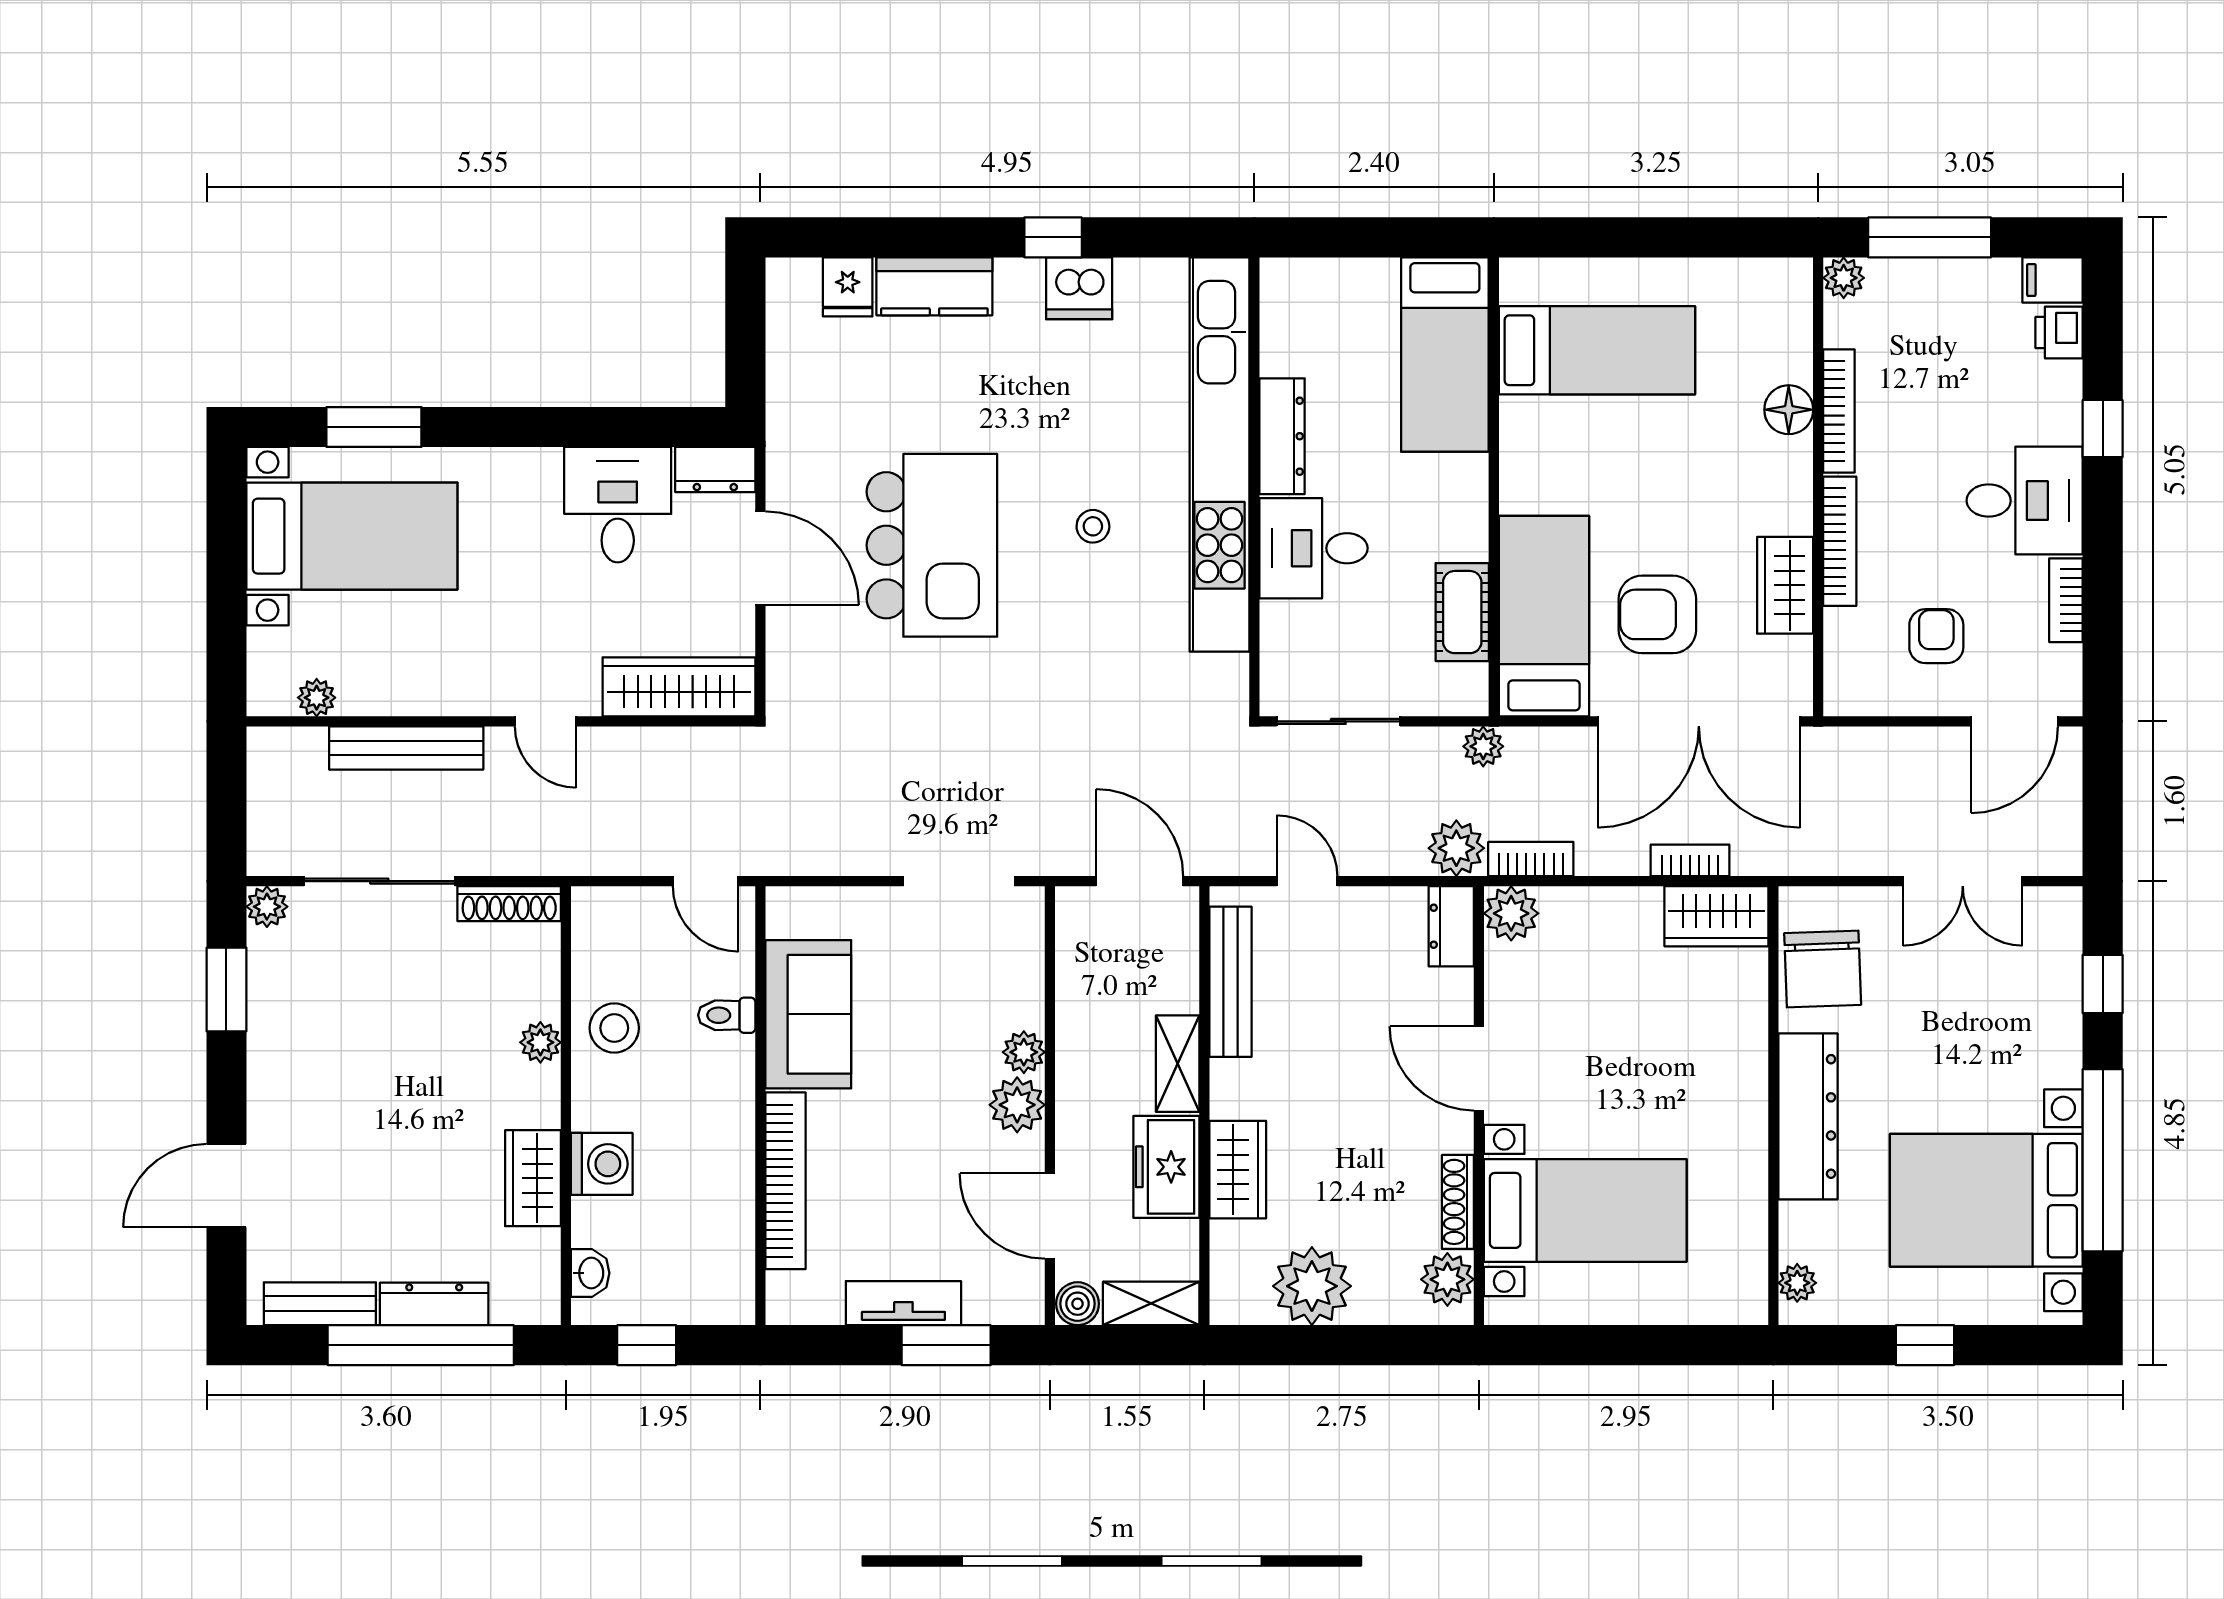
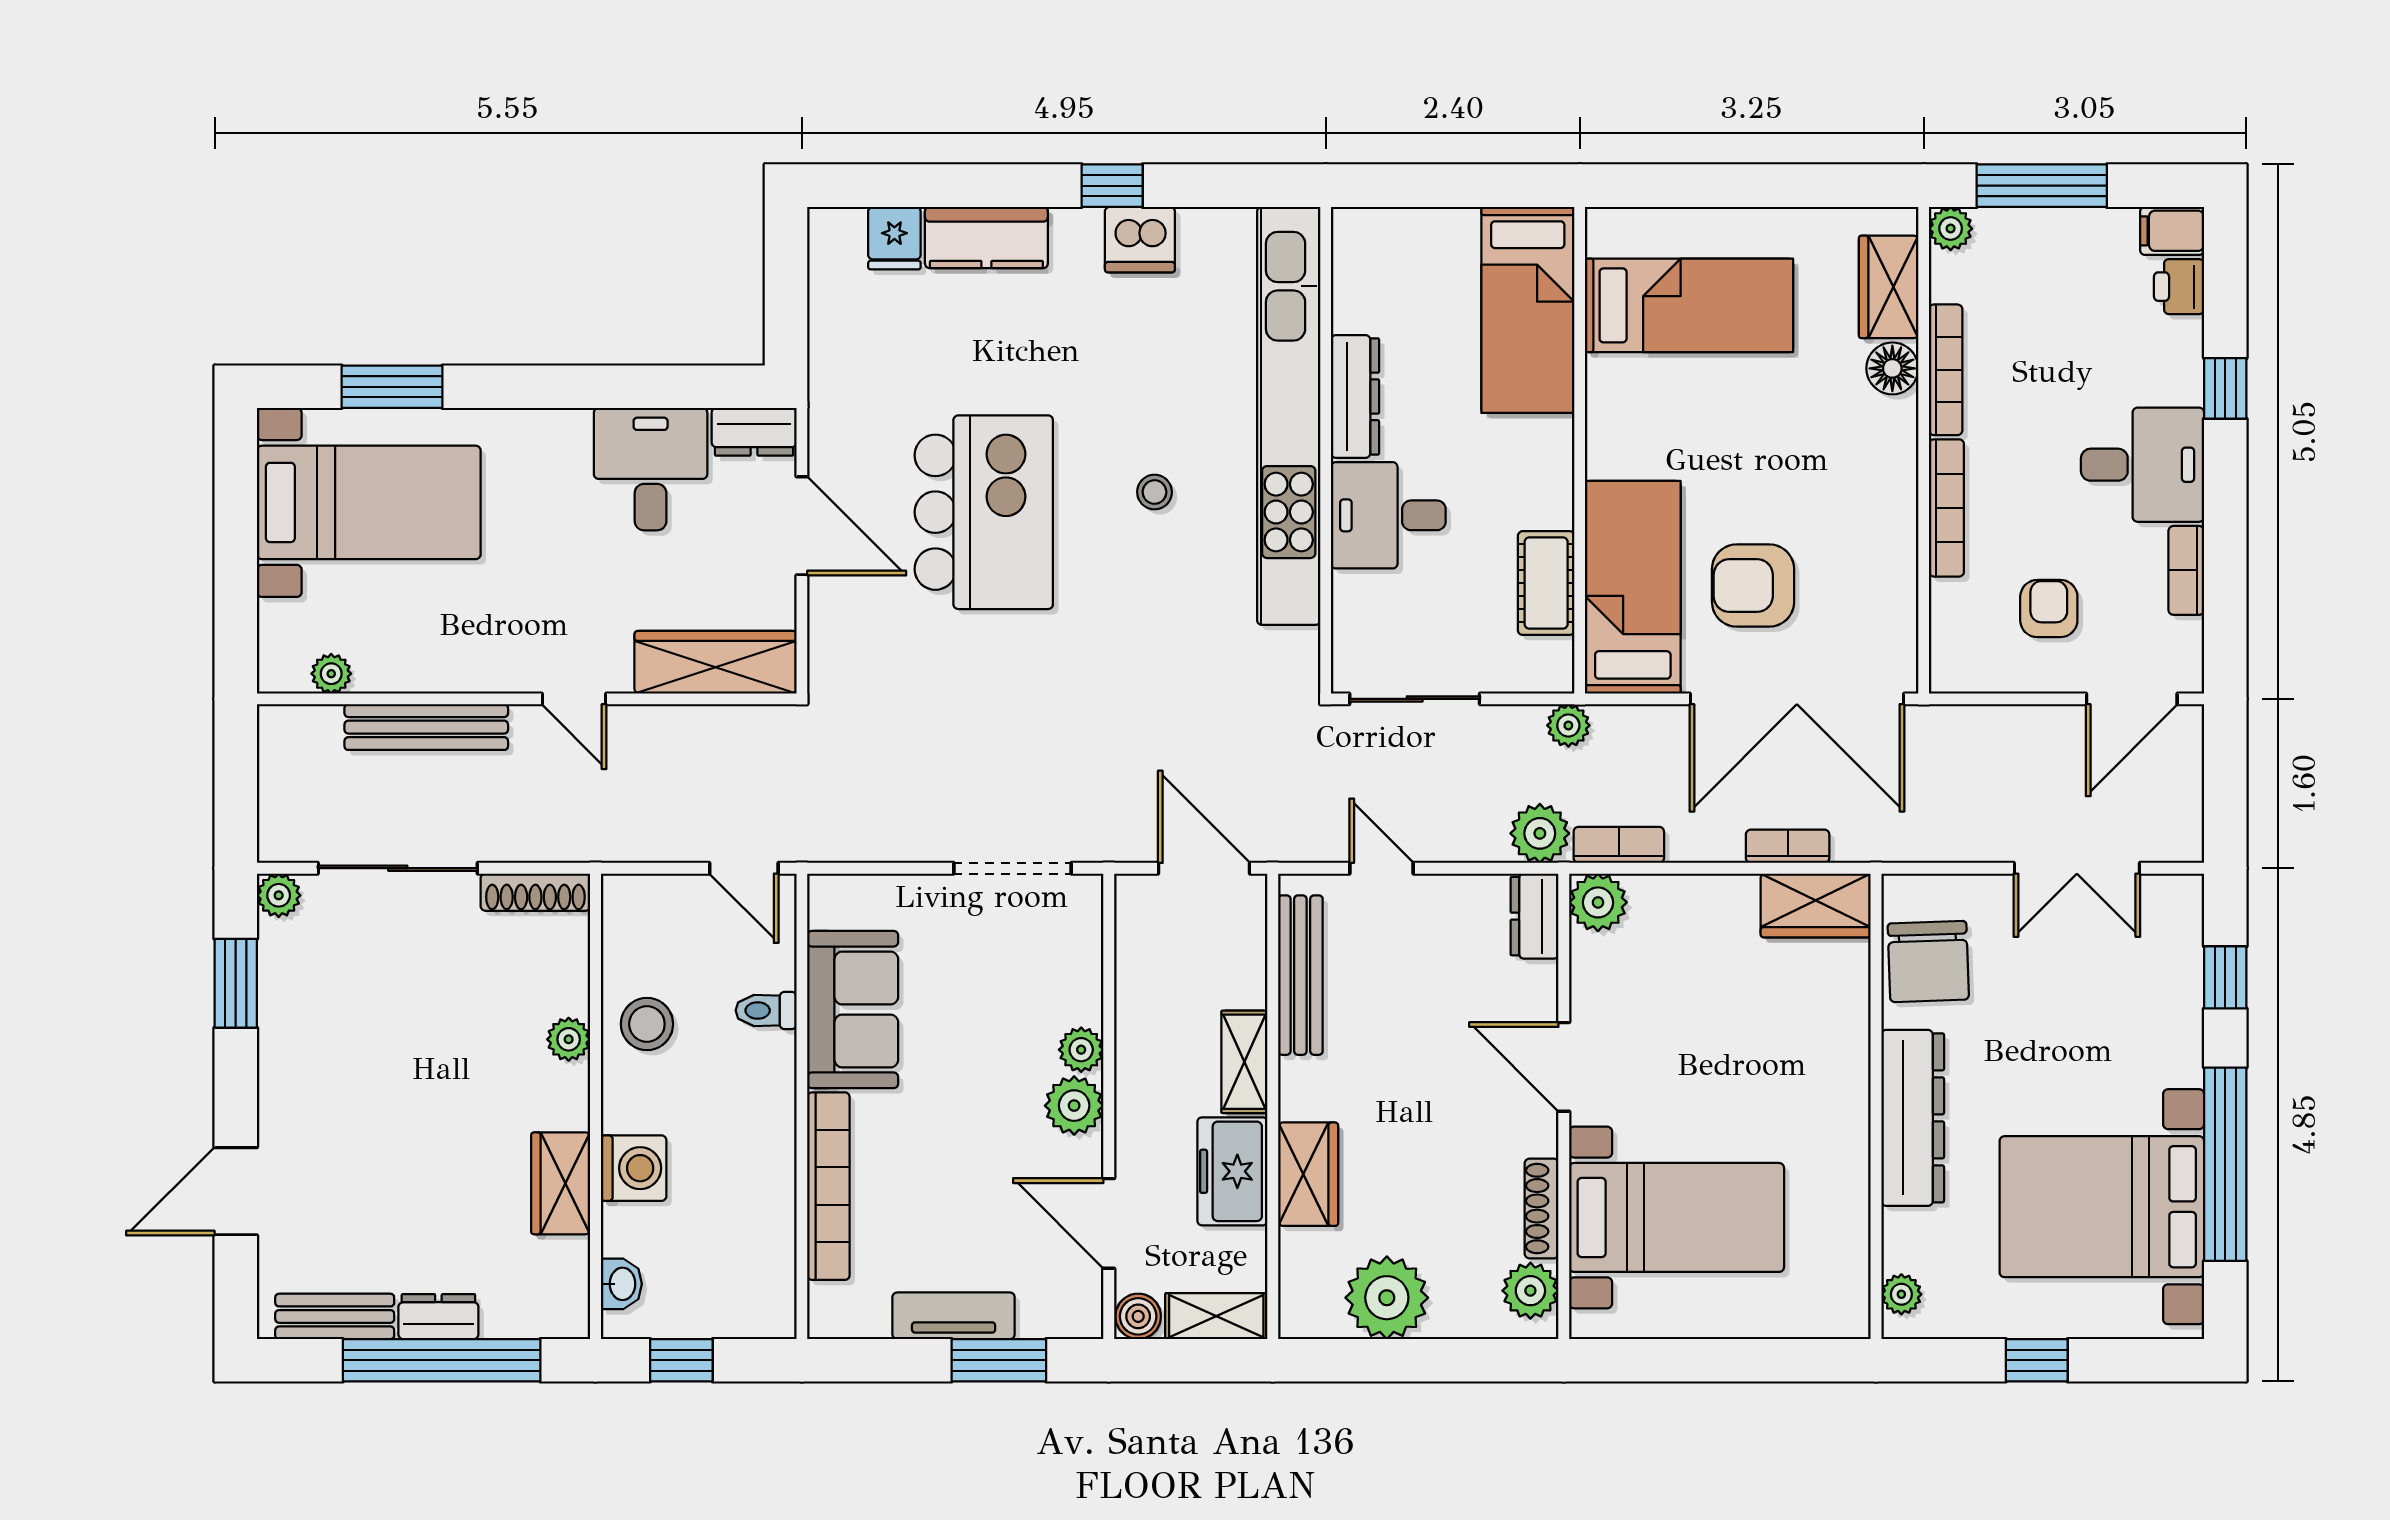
wardrobe: (1785, 585) -> (1889, 287), moved
dresser: (434, 1304) -> (438, 1317), width x0.70

